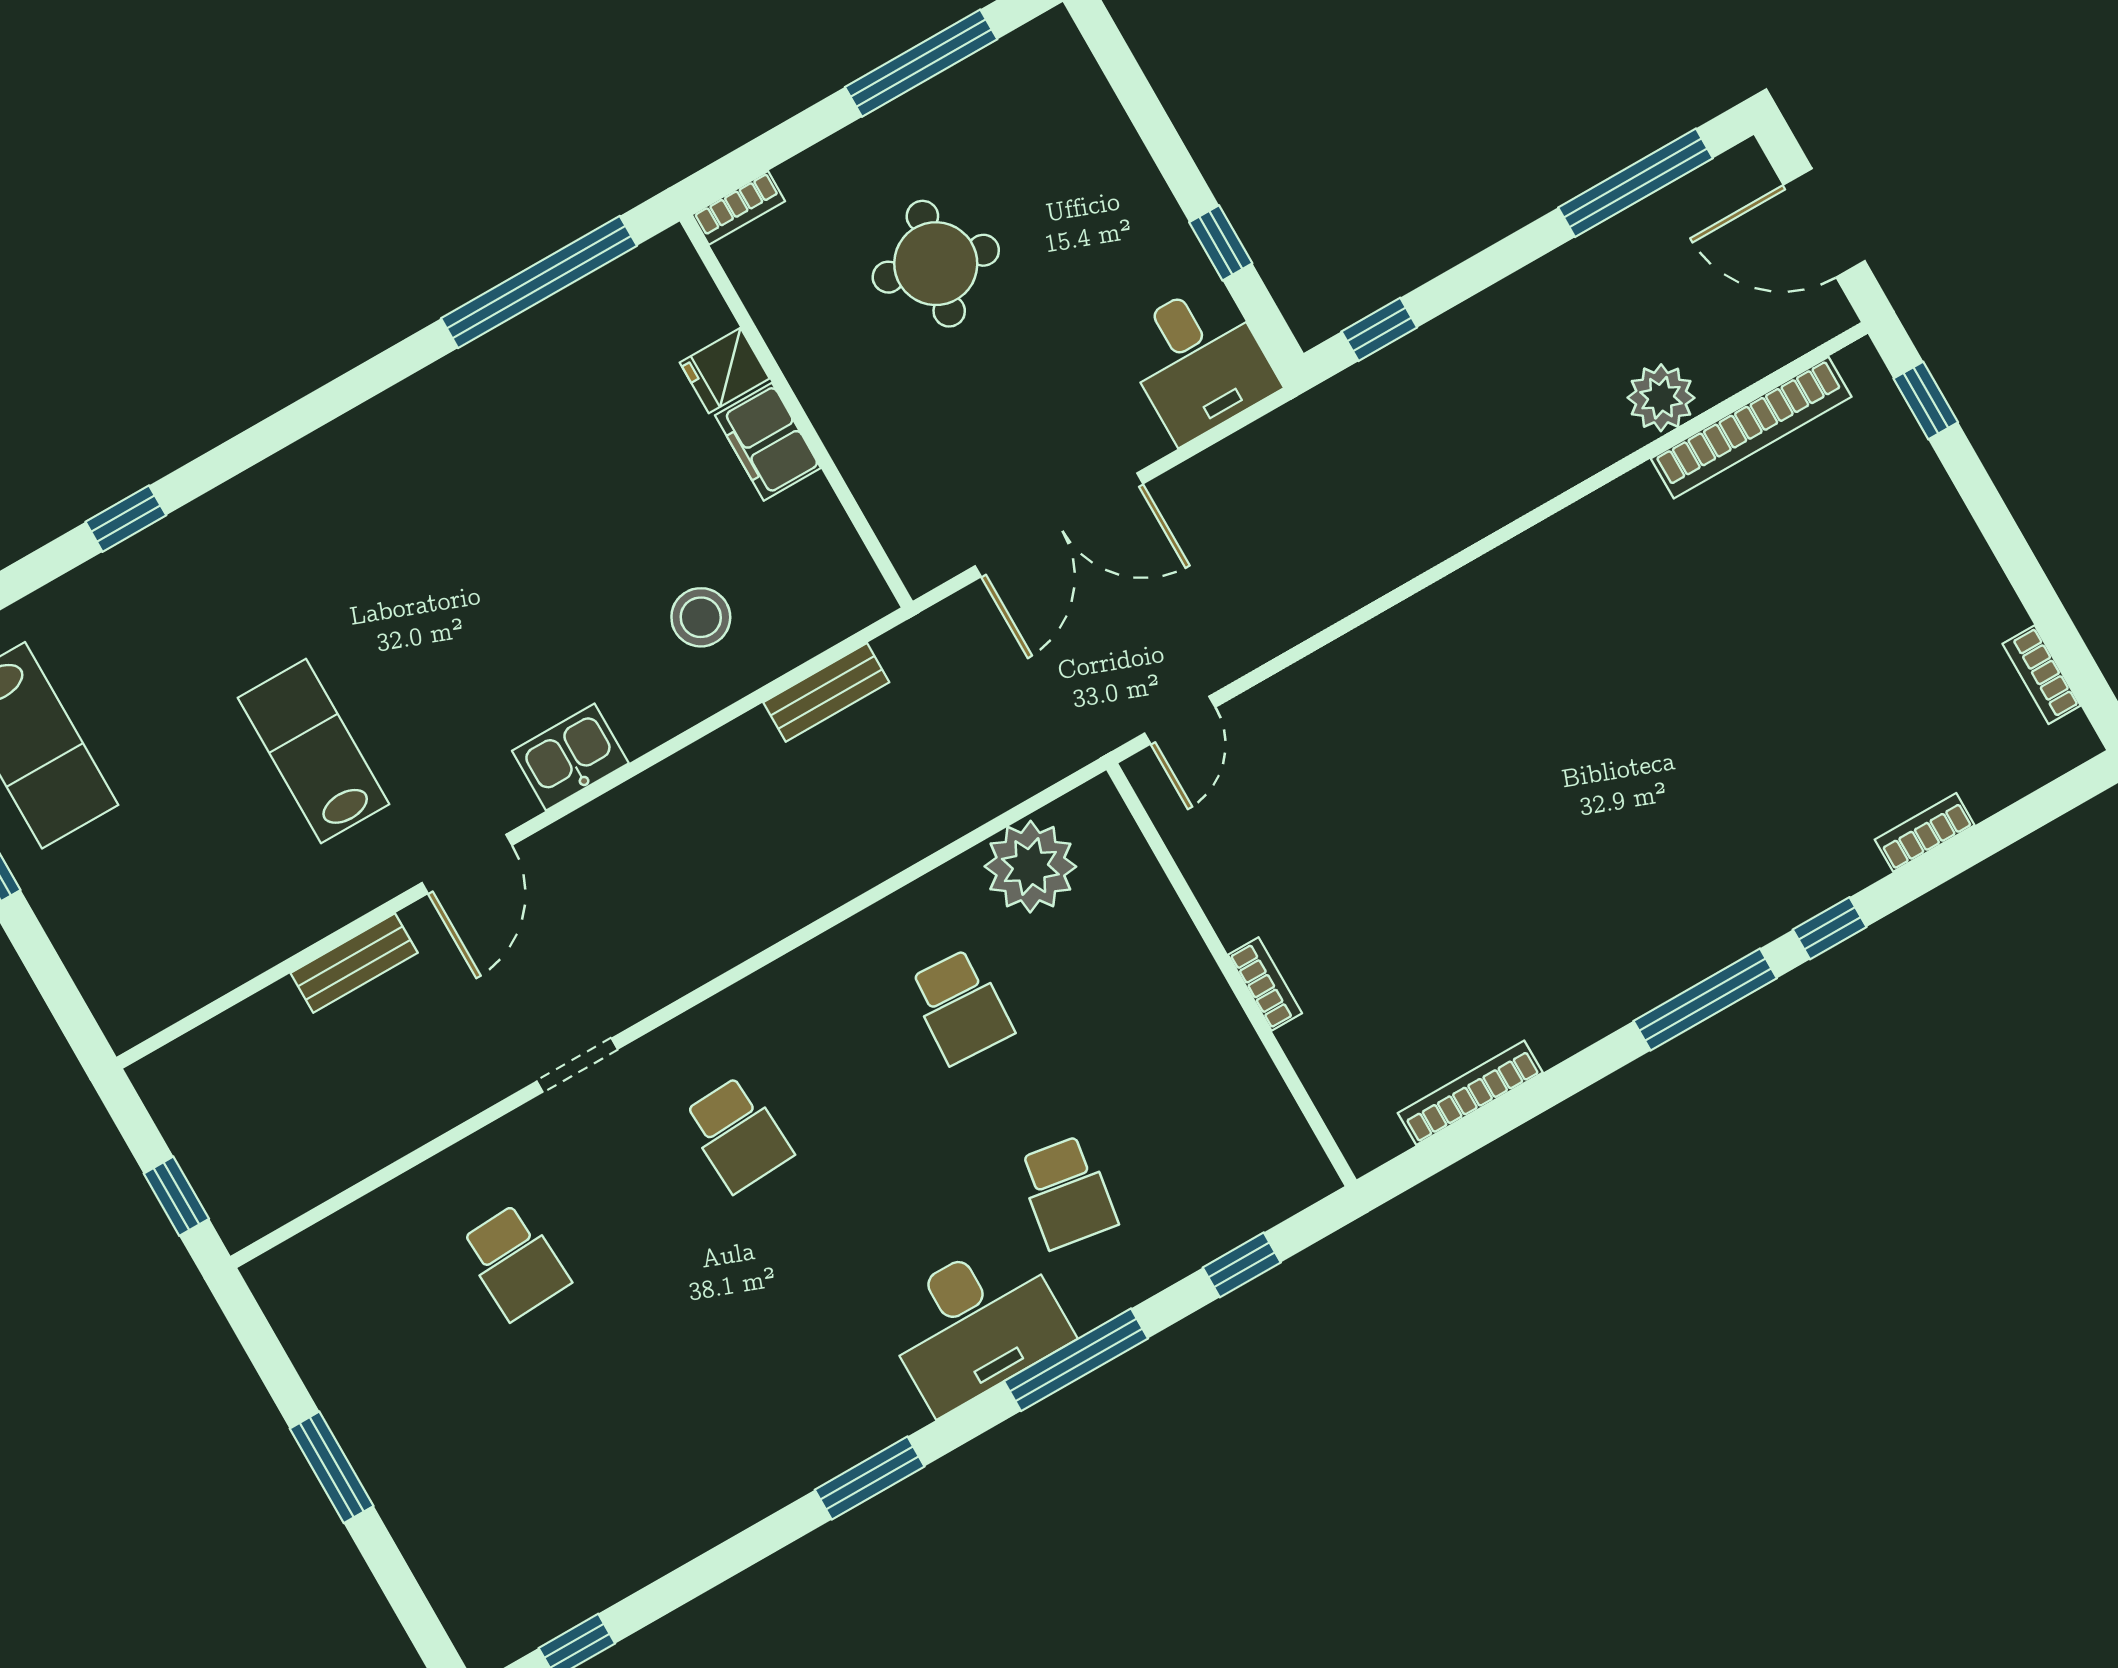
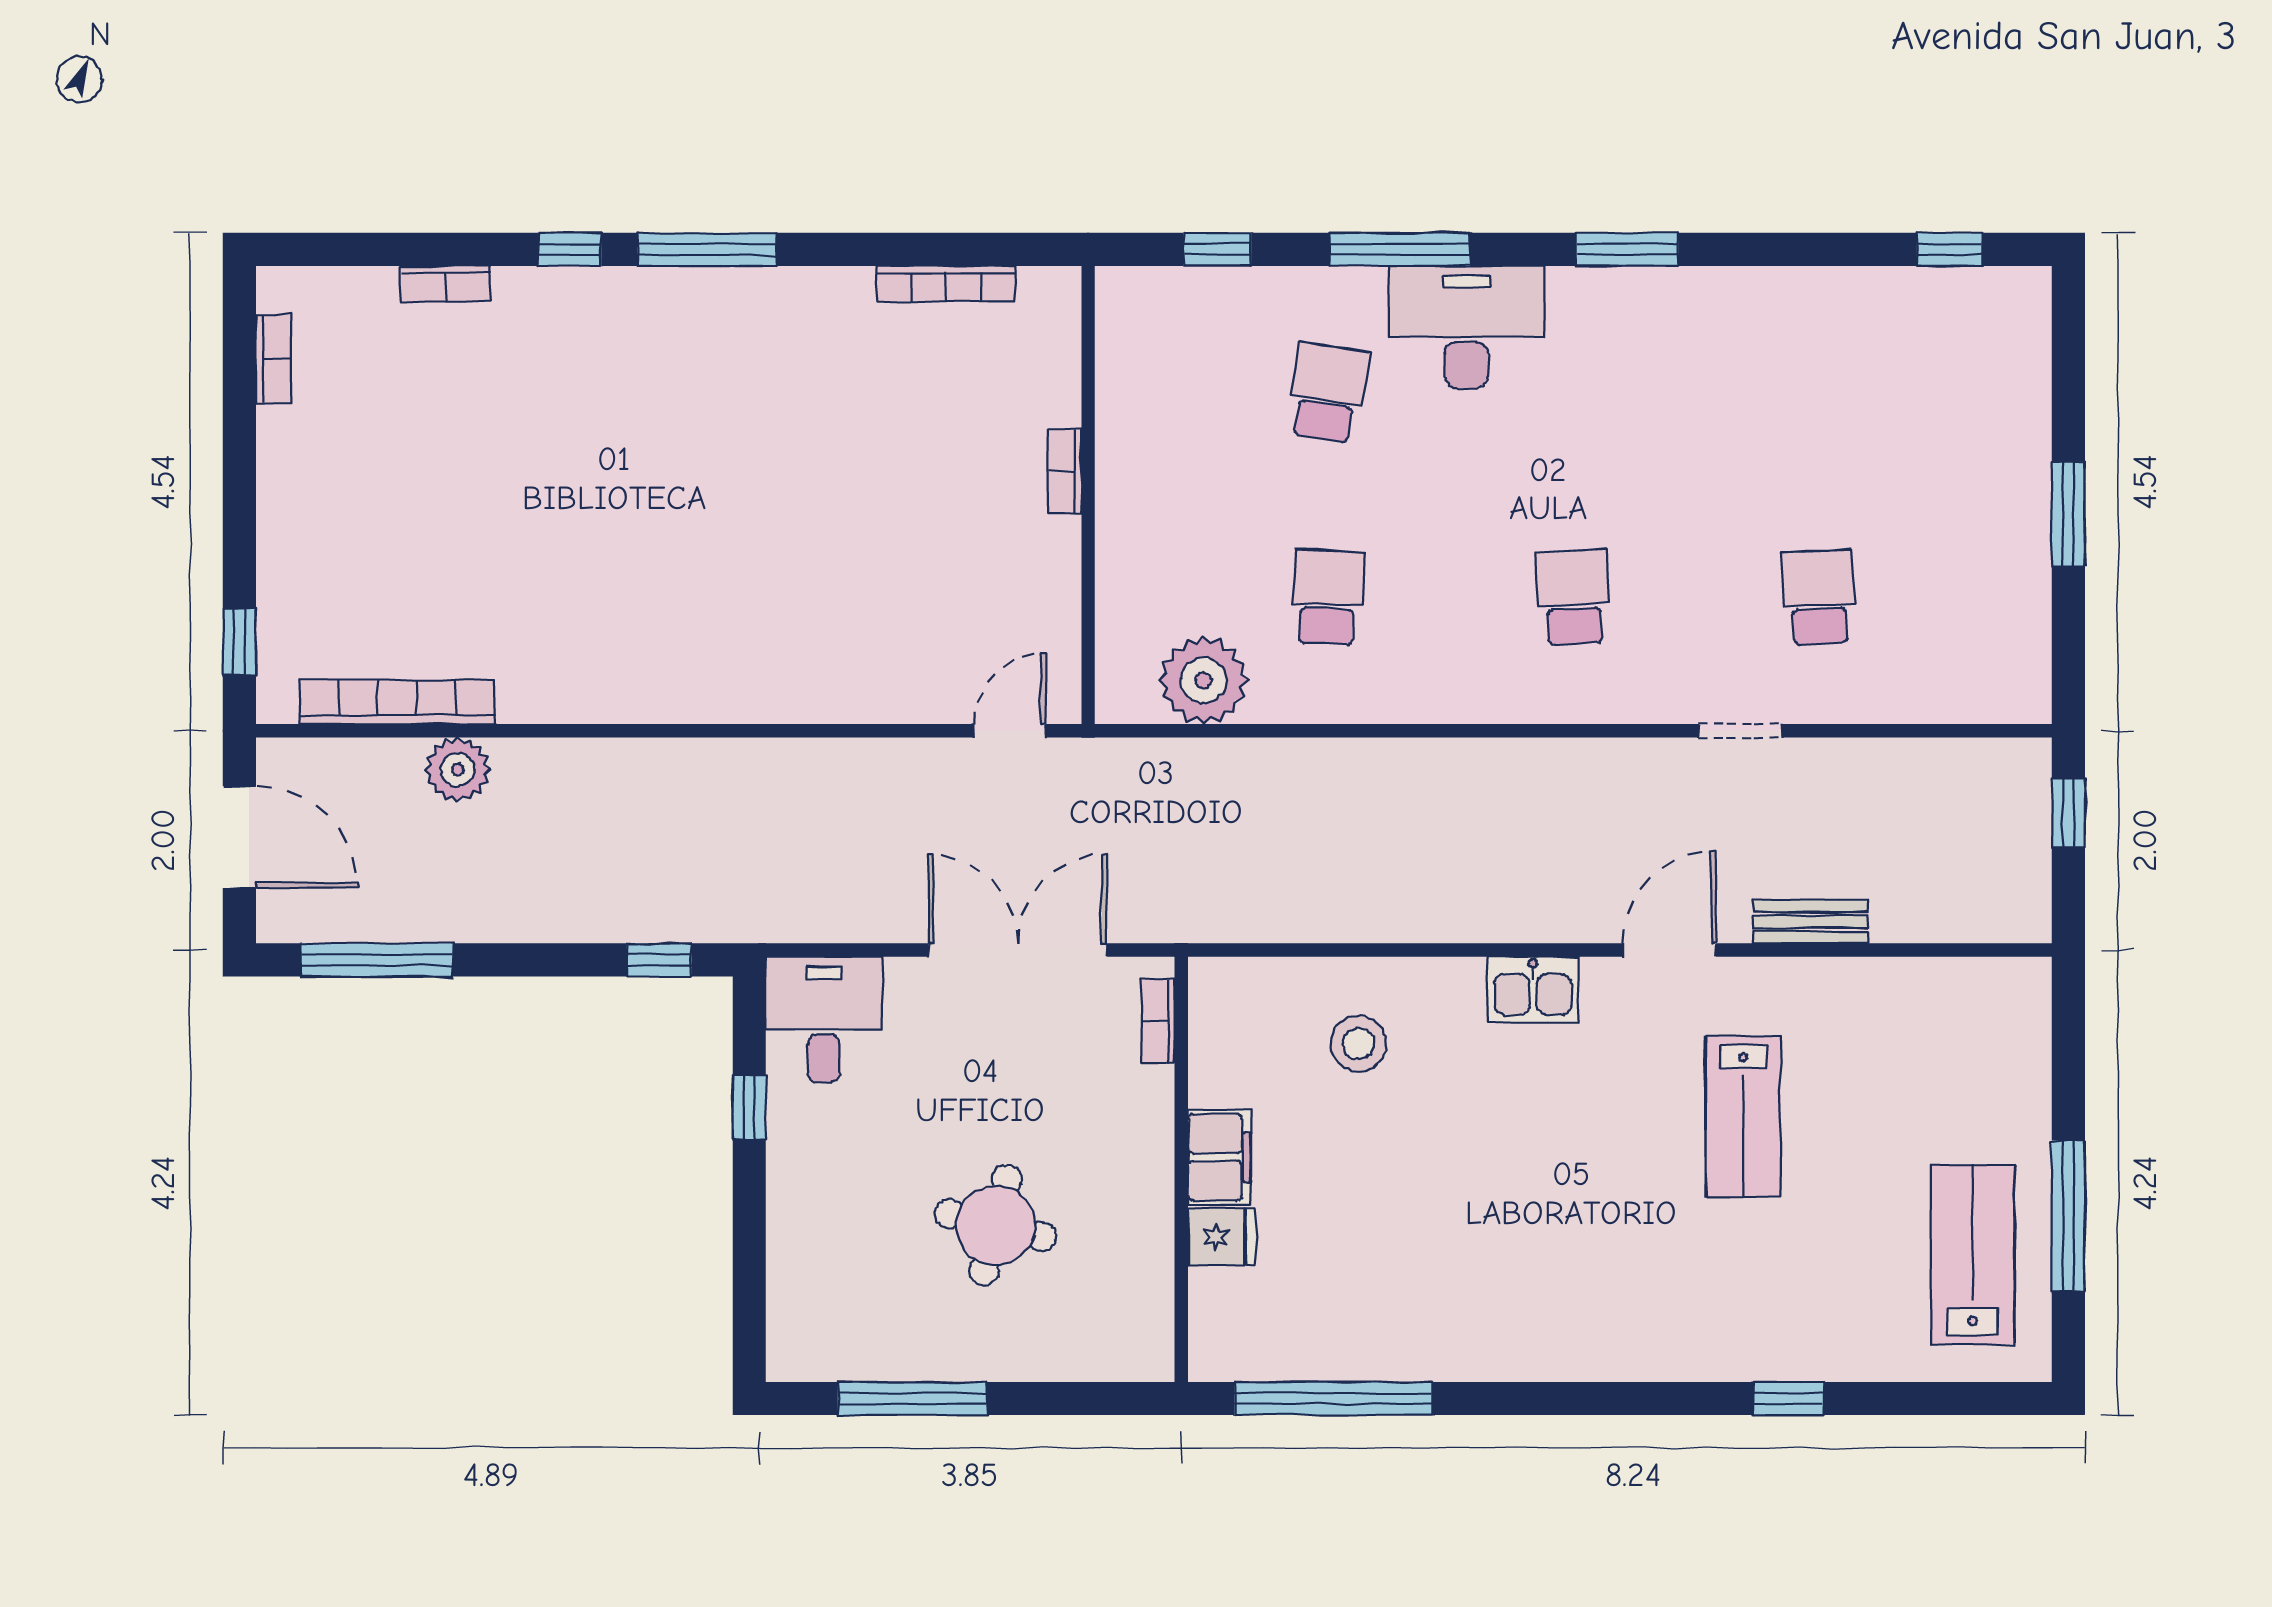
bookcase: (738, 208) -> (1158, 1021), moved, turned -90
bench: (826, 692) -> (1290, 922), removed
doorway: (577, 1065) -> (1740, 731), moved

